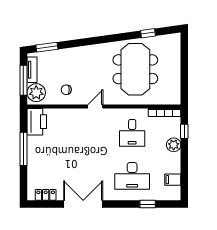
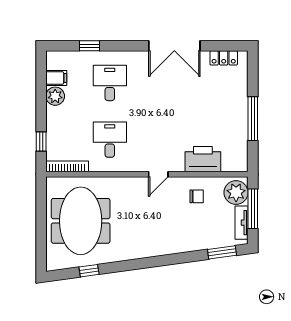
meeting table: (135, 69) -> (81, 221), moved
printer: (37, 122) -> (203, 159), moved, turned 90
plant: (174, 145) -> (55, 96), moved
desk: (132, 176) -> (110, 83), width x0.73

